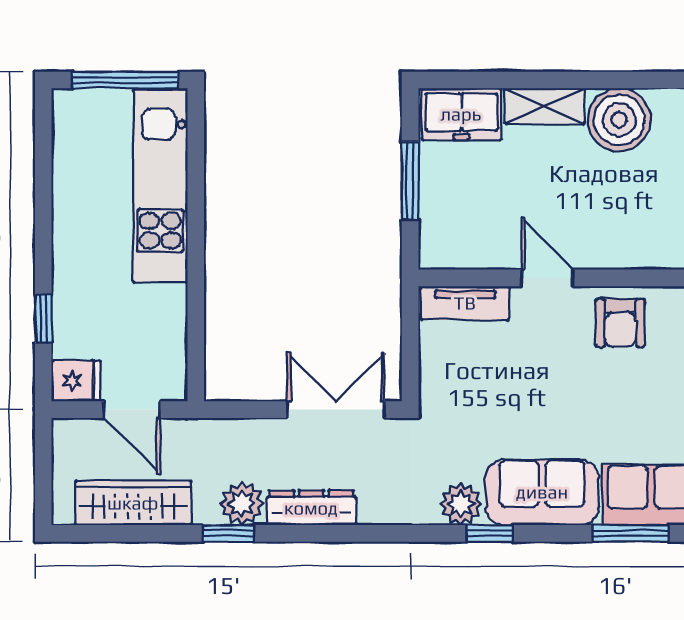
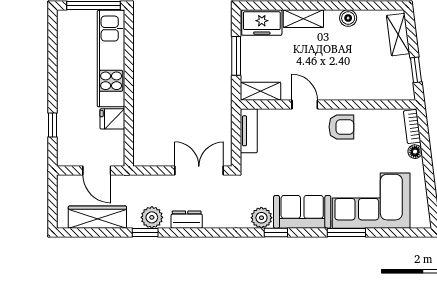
boiler: (619, 120) -> (348, 18), width x0.54, depth x0.54
shelving: (459, 251) -> (260, 91), added
tv unit: (465, 303) -> (249, 131), moved, turned -90
armchair: (620, 323) -> (341, 127), turned -90
fridge: (76, 381) -> (112, 119), moved, turned 180
dresser: (311, 508) -> (187, 220), width x0.70

